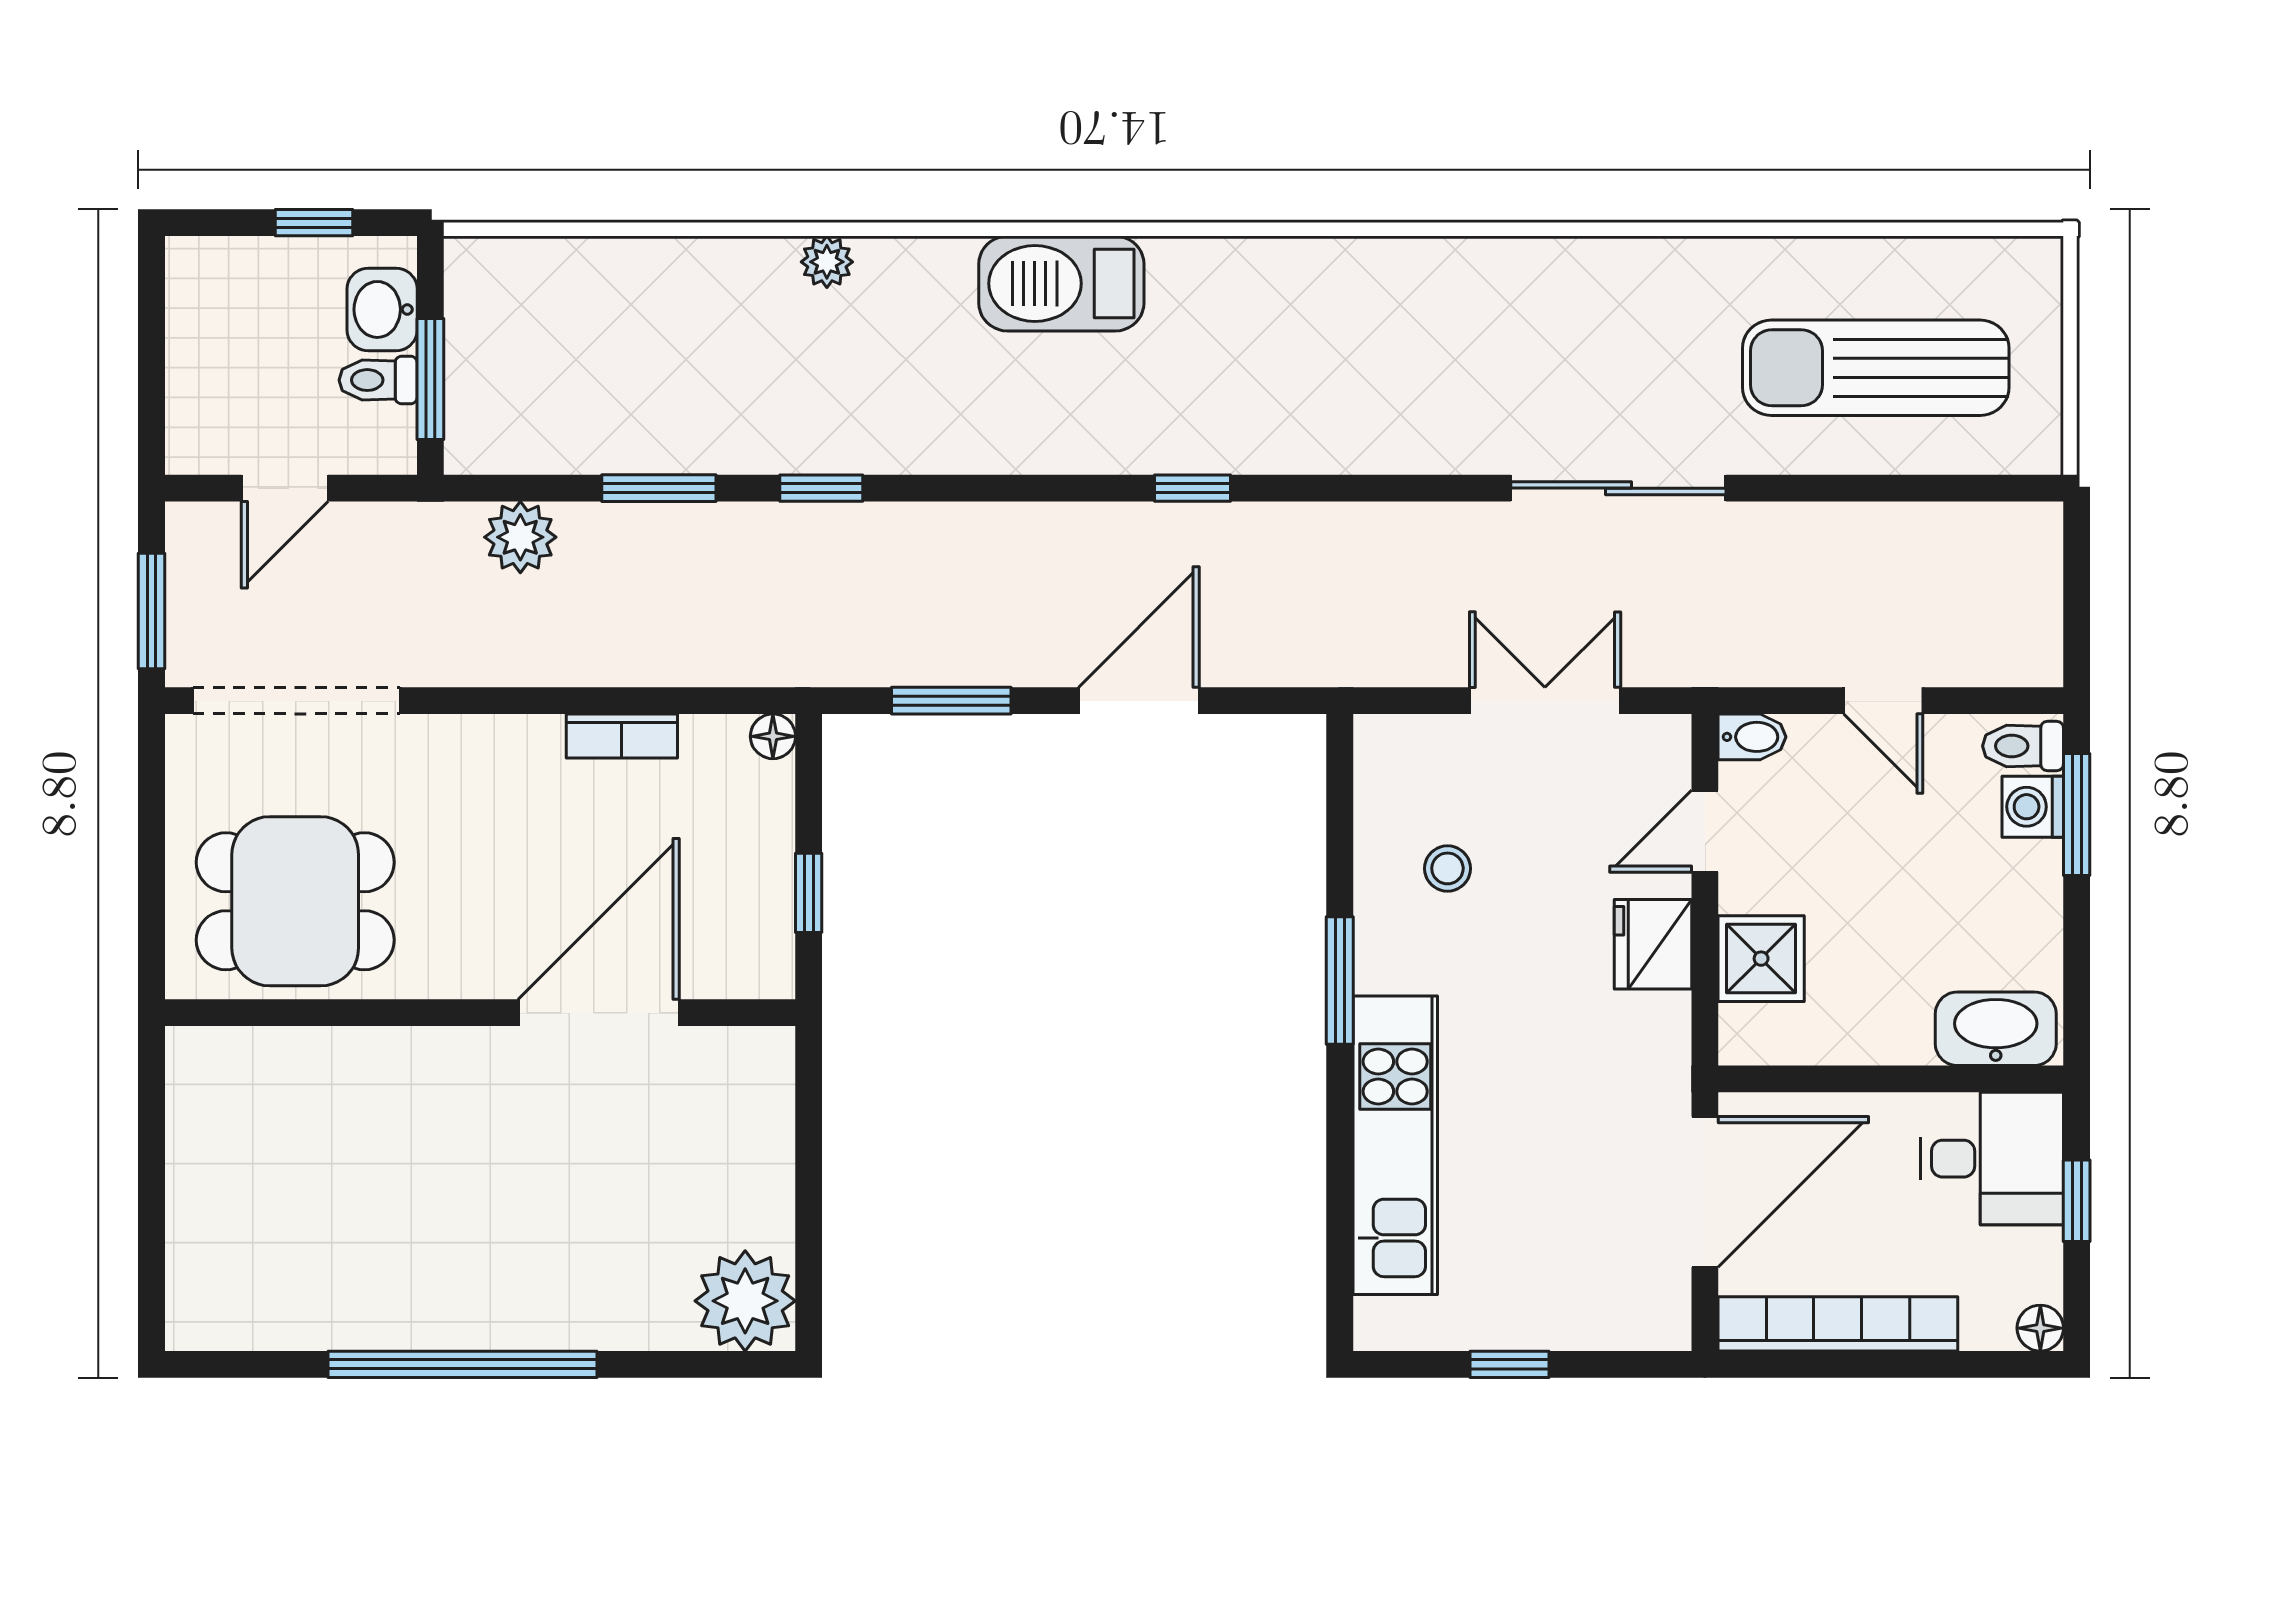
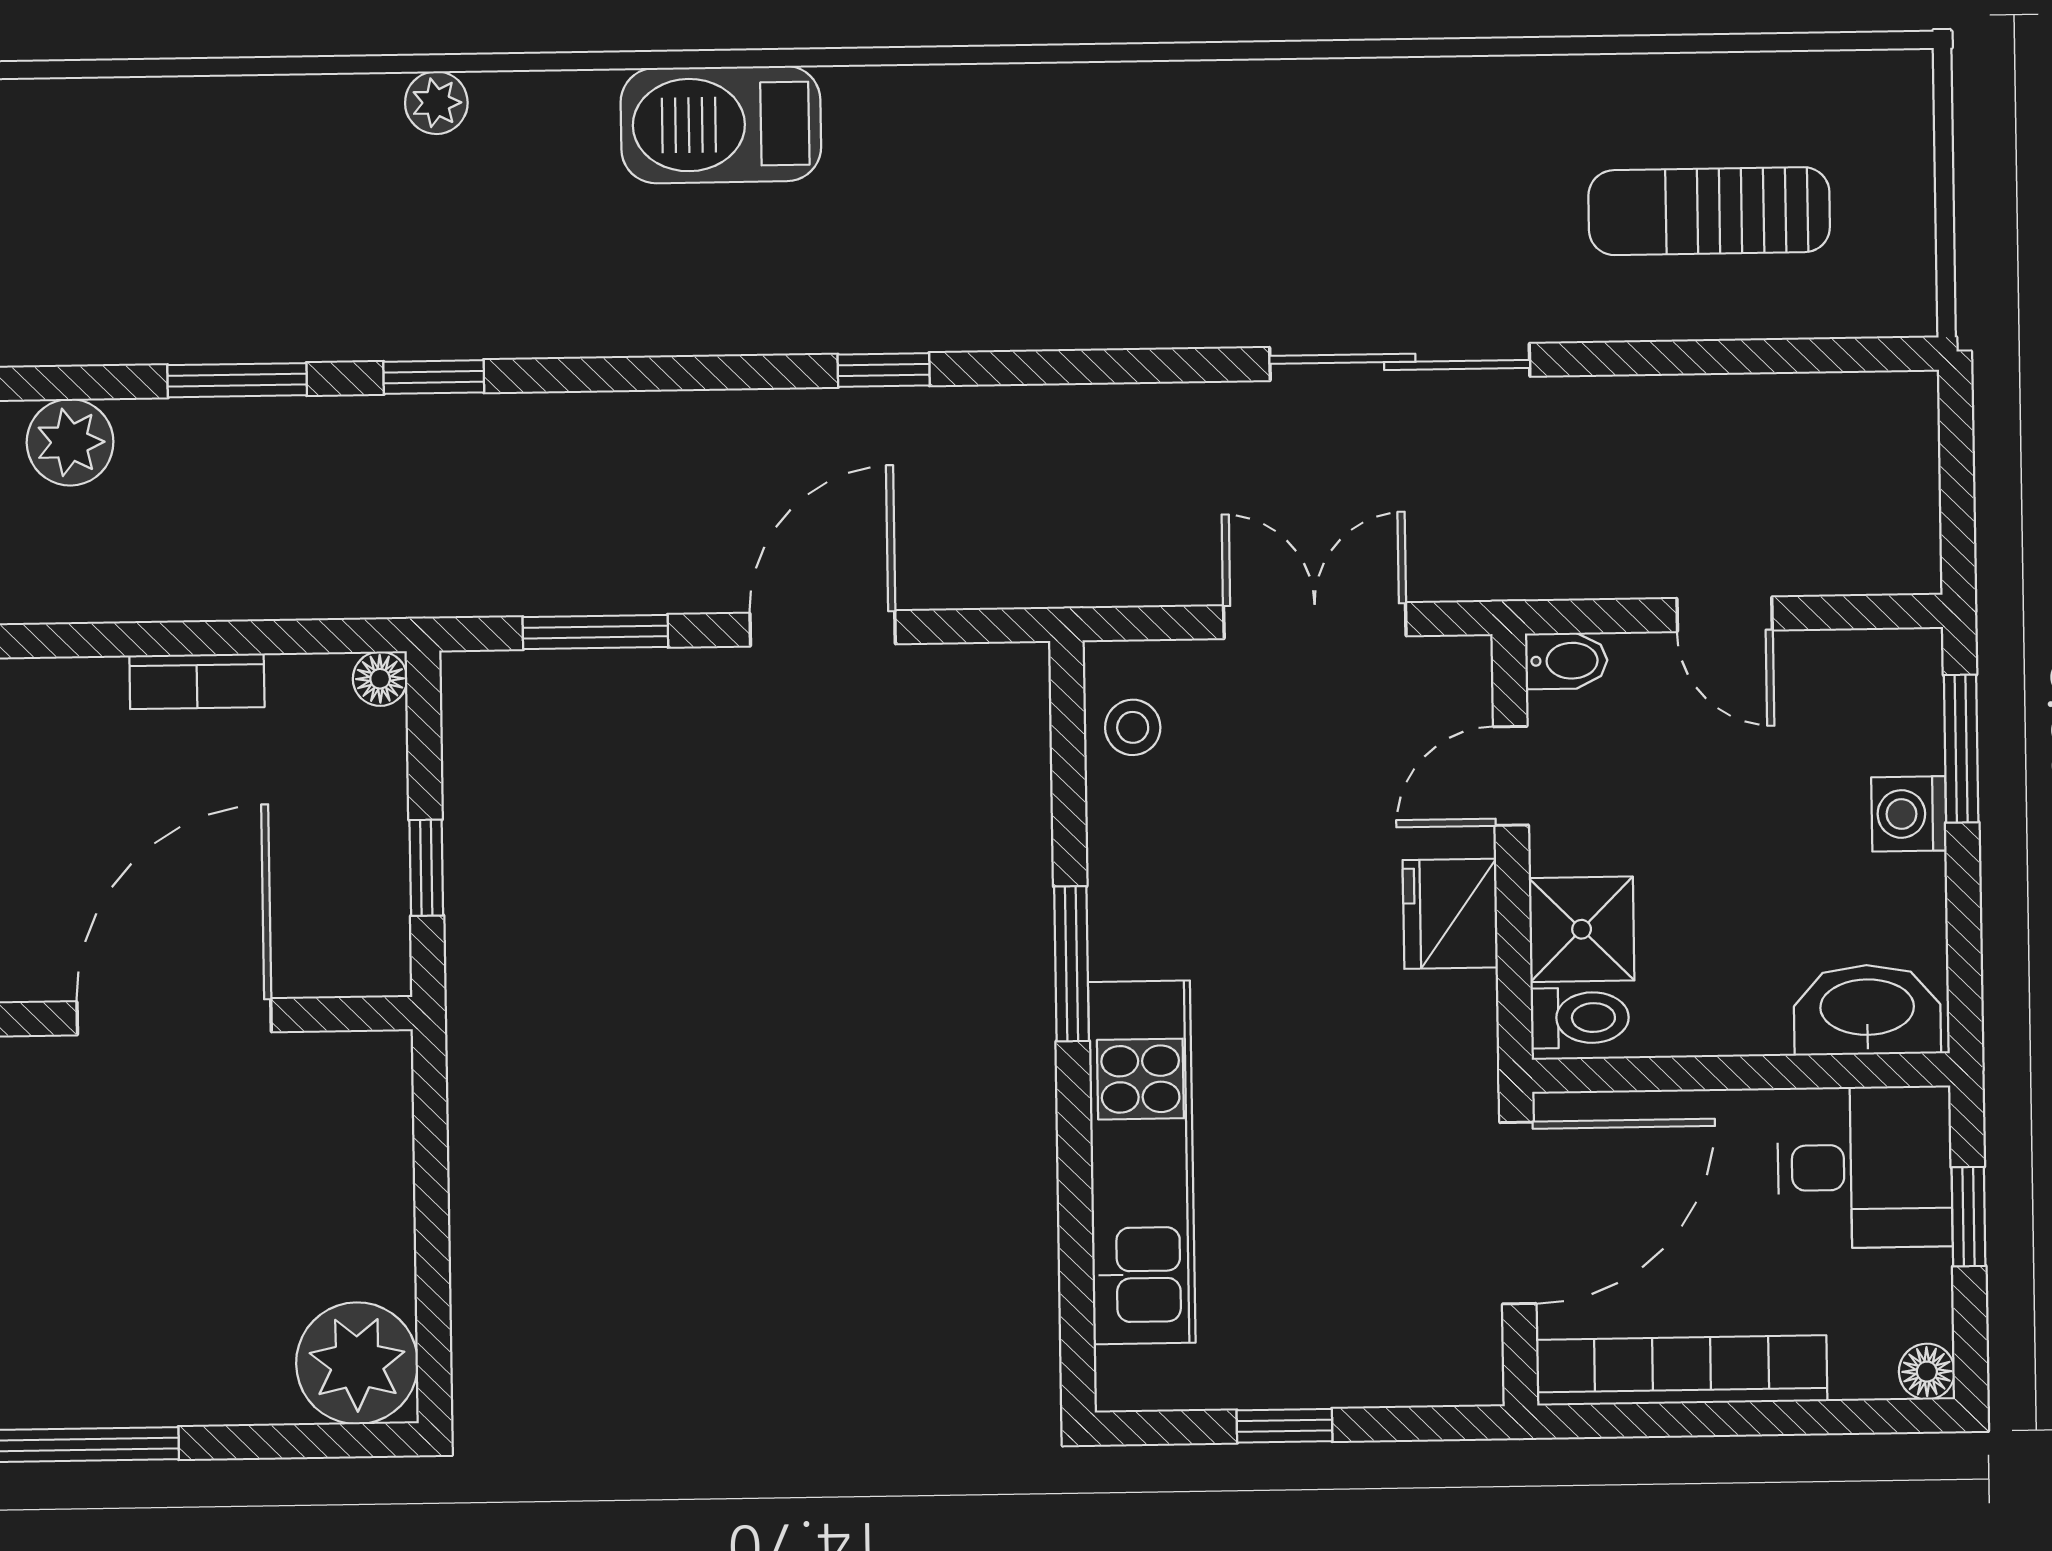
sun lounger: (1876, 368) -> (1709, 211), width x0.73, depth x0.75
toilet: (2023, 746) -> (1580, 1018), moved, turned 180
washing machine: (2033, 807) -> (1909, 814), moved
stool: (1447, 868) -> (1133, 727), moved

